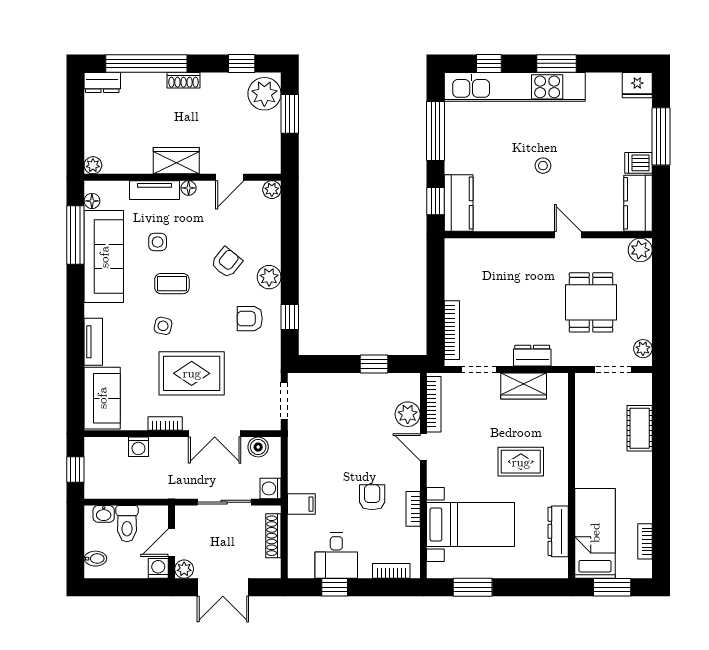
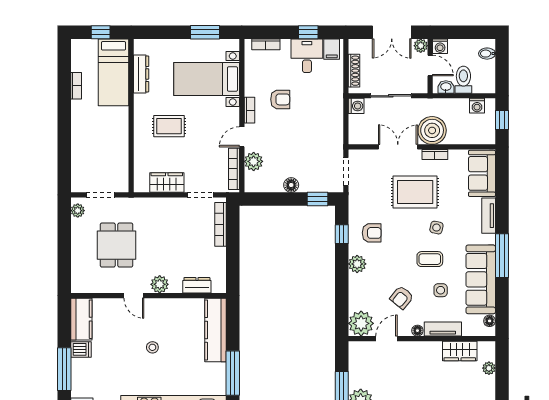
wardrobe: (176, 161) -> (460, 351), moved
plant: (93, 165) -> (489, 368), moved
plant: (272, 190) -> (361, 323), width x1.88, depth x1.88
window: (436, 201) -> (233, 321), removed
kitchen counter: (459, 203) -> (215, 330), width x1.50
window: (75, 235) -> (502, 256), moved
plant: (640, 250) -> (160, 284), moved
armchair: (227, 262) -> (402, 297), moved
dresser: (532, 356) -> (197, 285), moved, turned 180
window: (374, 364) -> (317, 199), moved
floor lamp: (357, 383) -> (291, 185), added
cot: (640, 428) -> (80, 151), removed
washing machine: (138, 447) -> (477, 106), moved, turned 180
boiler: (258, 447) -> (432, 130), moved, width x1.86, depth x1.86
door: (423, 447) -> (242, 137), swing flipped
armchair: (372, 497) -> (280, 99), turned -90
filing cabinet: (301, 504) -> (332, 49), moved, turned -90
bookcase: (413, 509) -> (250, 110), moved
washbasin: (104, 514) -> (446, 87), moved
bookcase: (645, 541) -> (76, 86), moved
door: (172, 543) -> (430, 65), hinge flipped
double door: (223, 587) -> (392, 32), swing flipped
window: (612, 587) -> (101, 32), width x0.67

